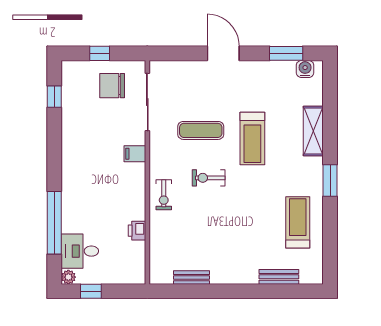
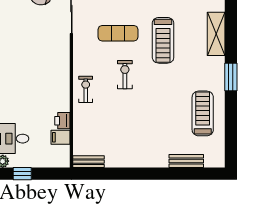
filing cabinet: (135, 154) -> (60, 137), moved
exercise bike: (209, 178) -> (125, 75), turned 90
exercise bike: (164, 195) -> (86, 89), turned 180
bench: (192, 278) -> (88, 162), moved

